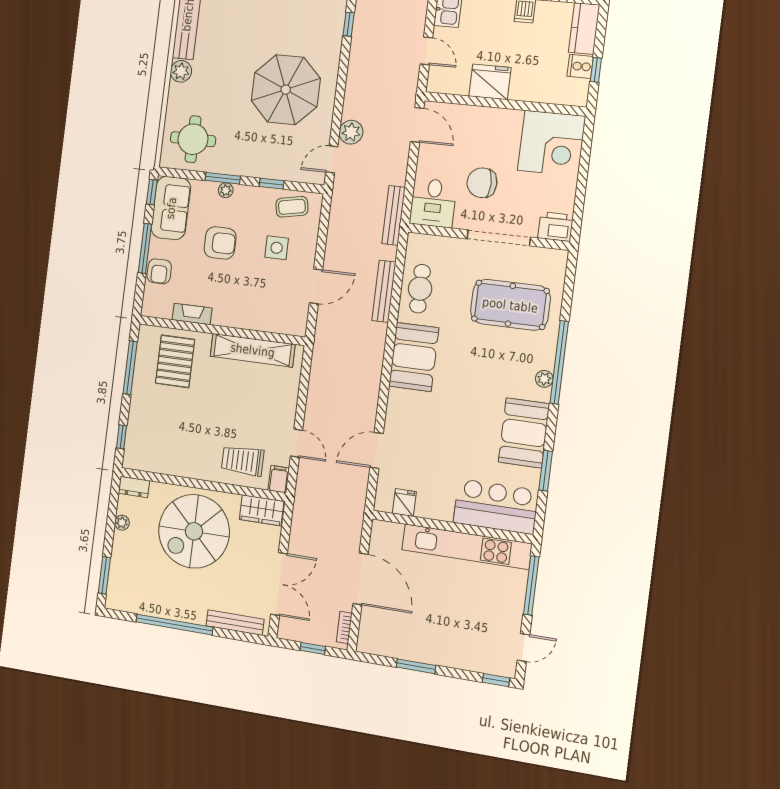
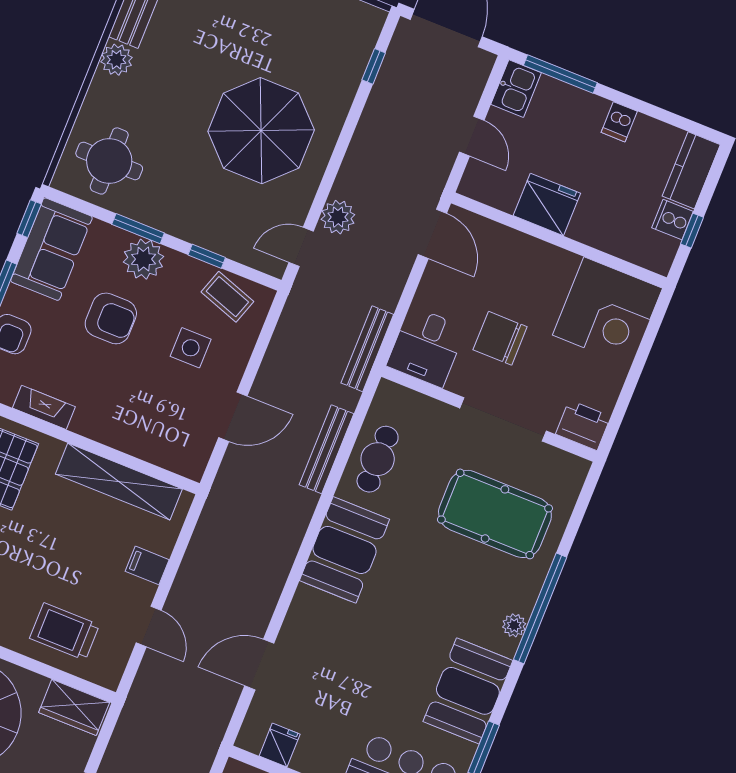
plant: (226, 190) -> (143, 259), width x1.87, depth x1.87
coffee table: (292, 207) -> (227, 297), turned 30
filing cabinet: (279, 479) -> (147, 565), moved, turned -90

